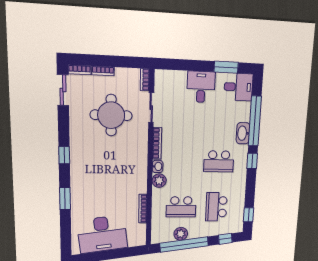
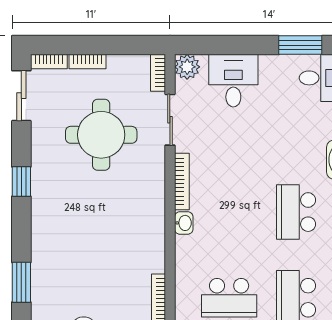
desk: (201, 87) -> (233, 81), moved
window: (64, 155) -> (21, 182), moved
school desk: (219, 161) -> (296, 212), turned 90
plant: (159, 181) -> (187, 67), moved

